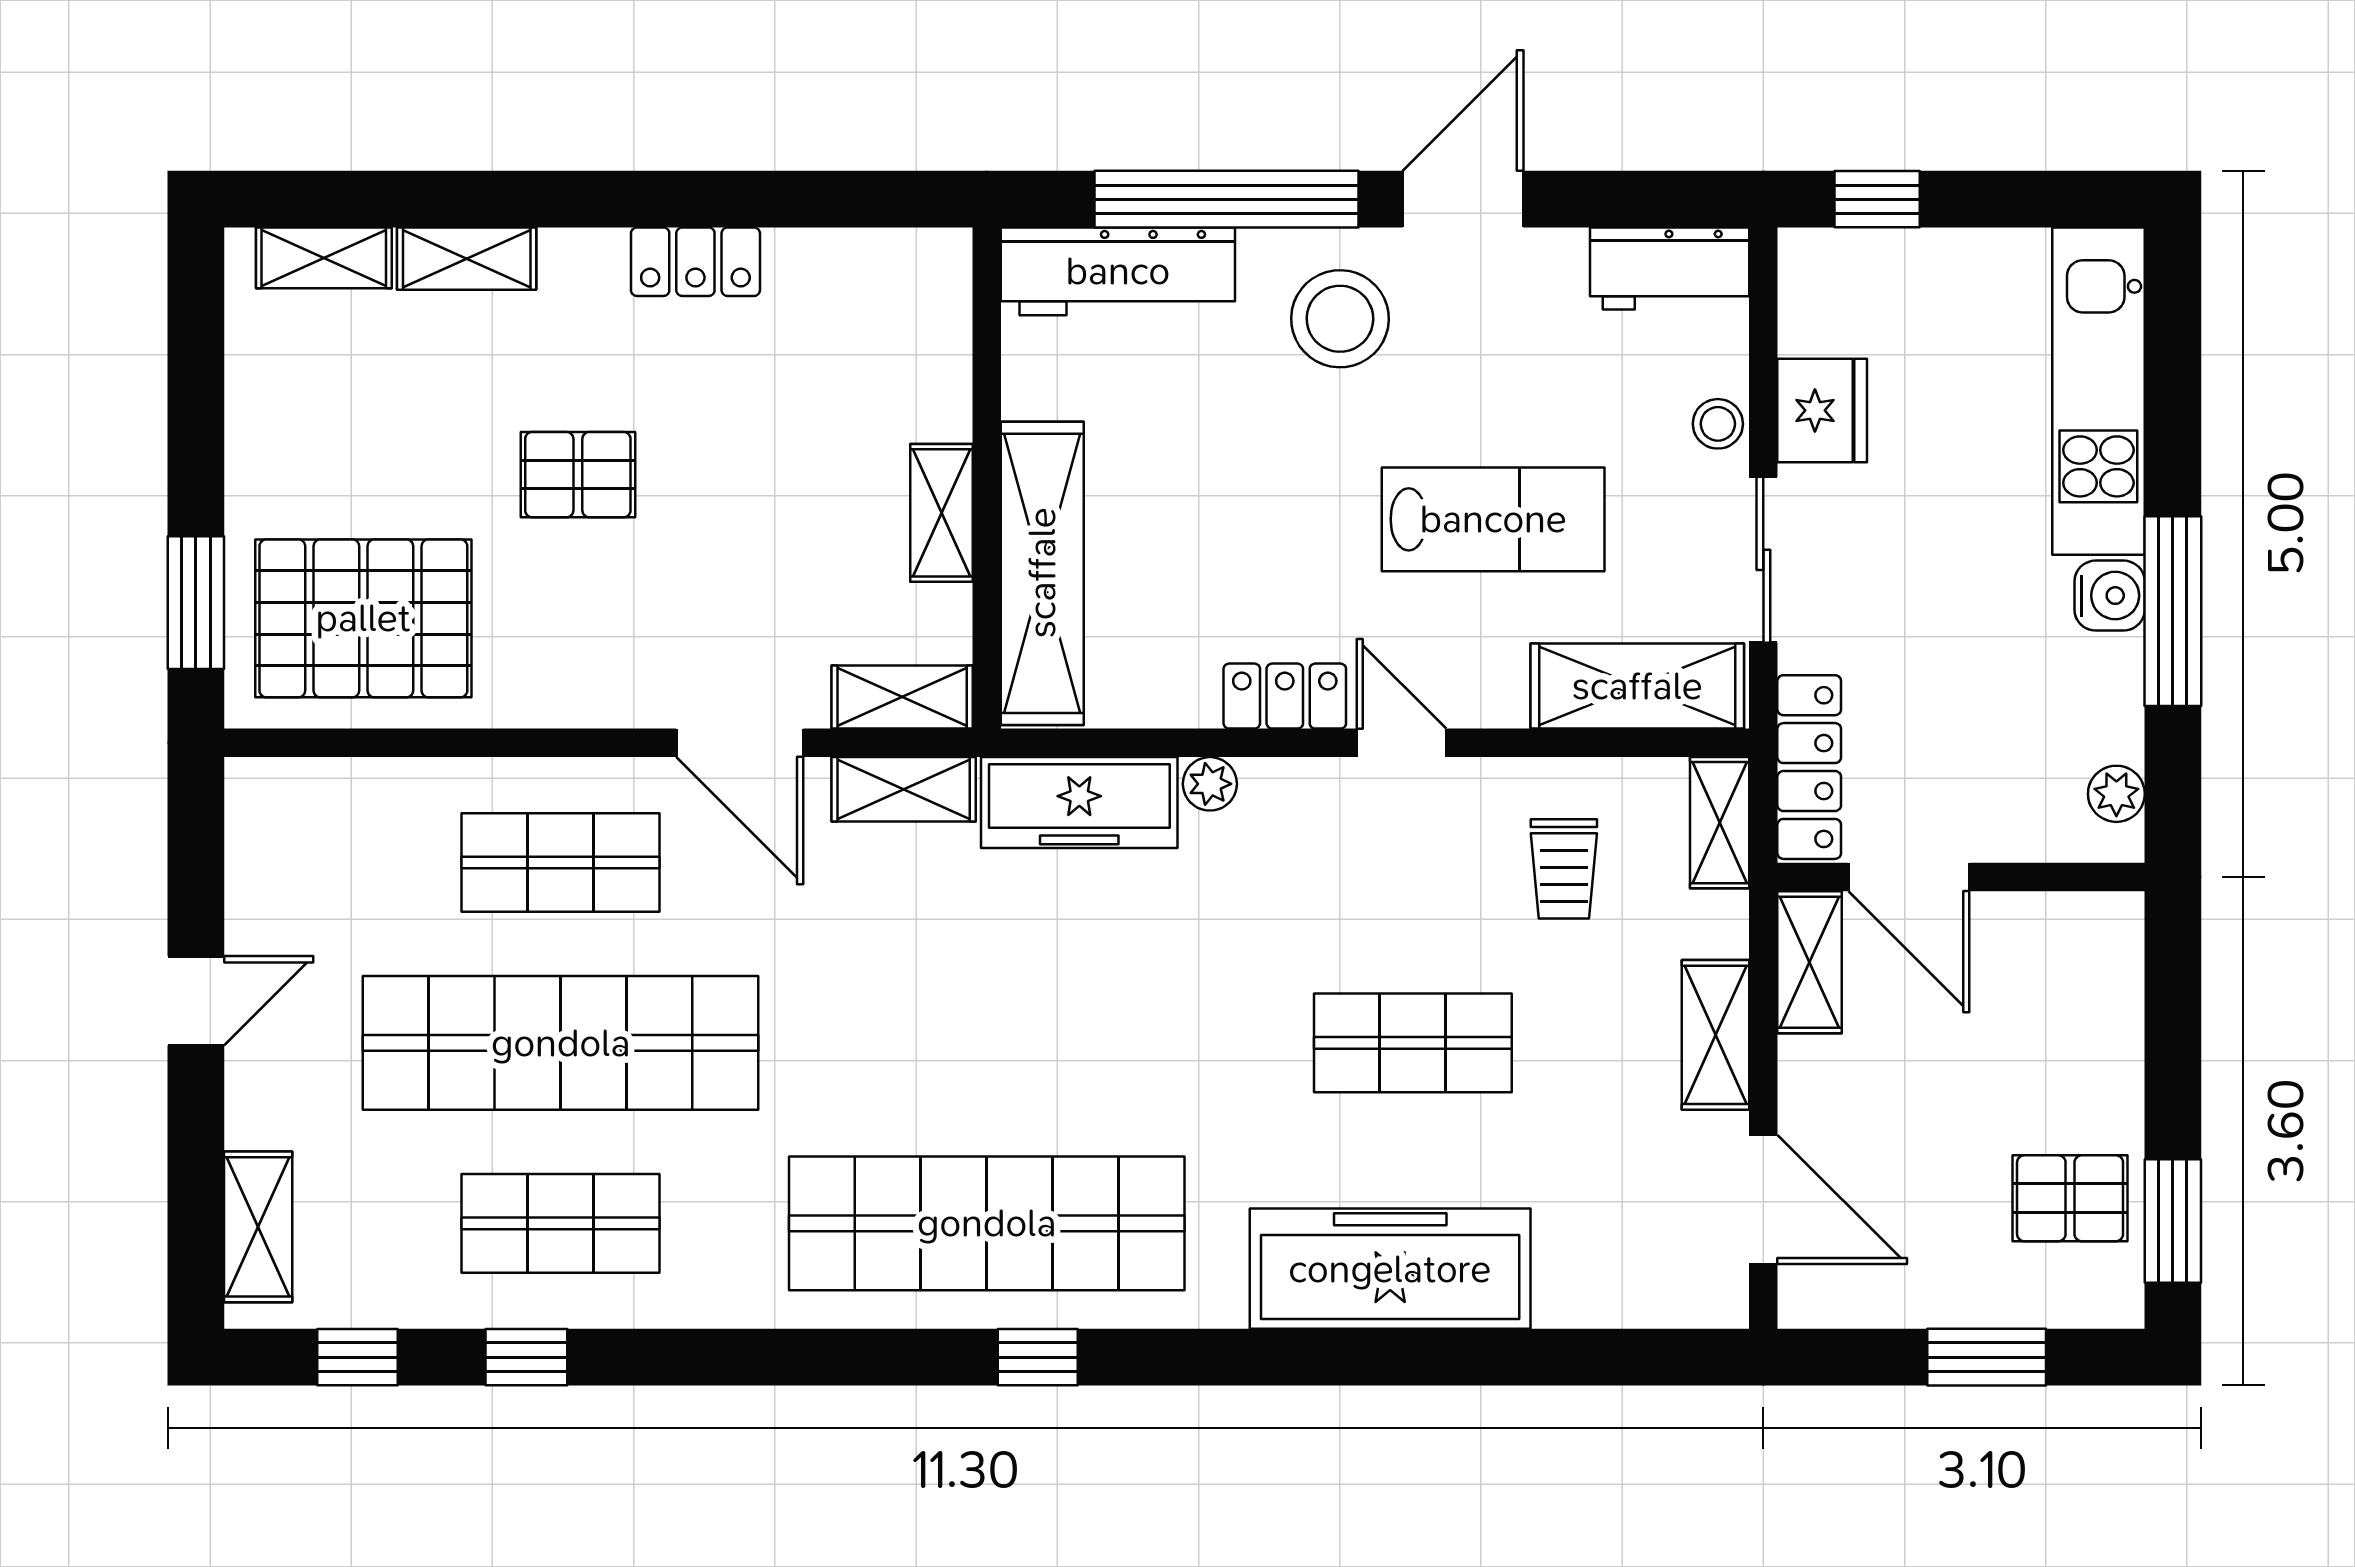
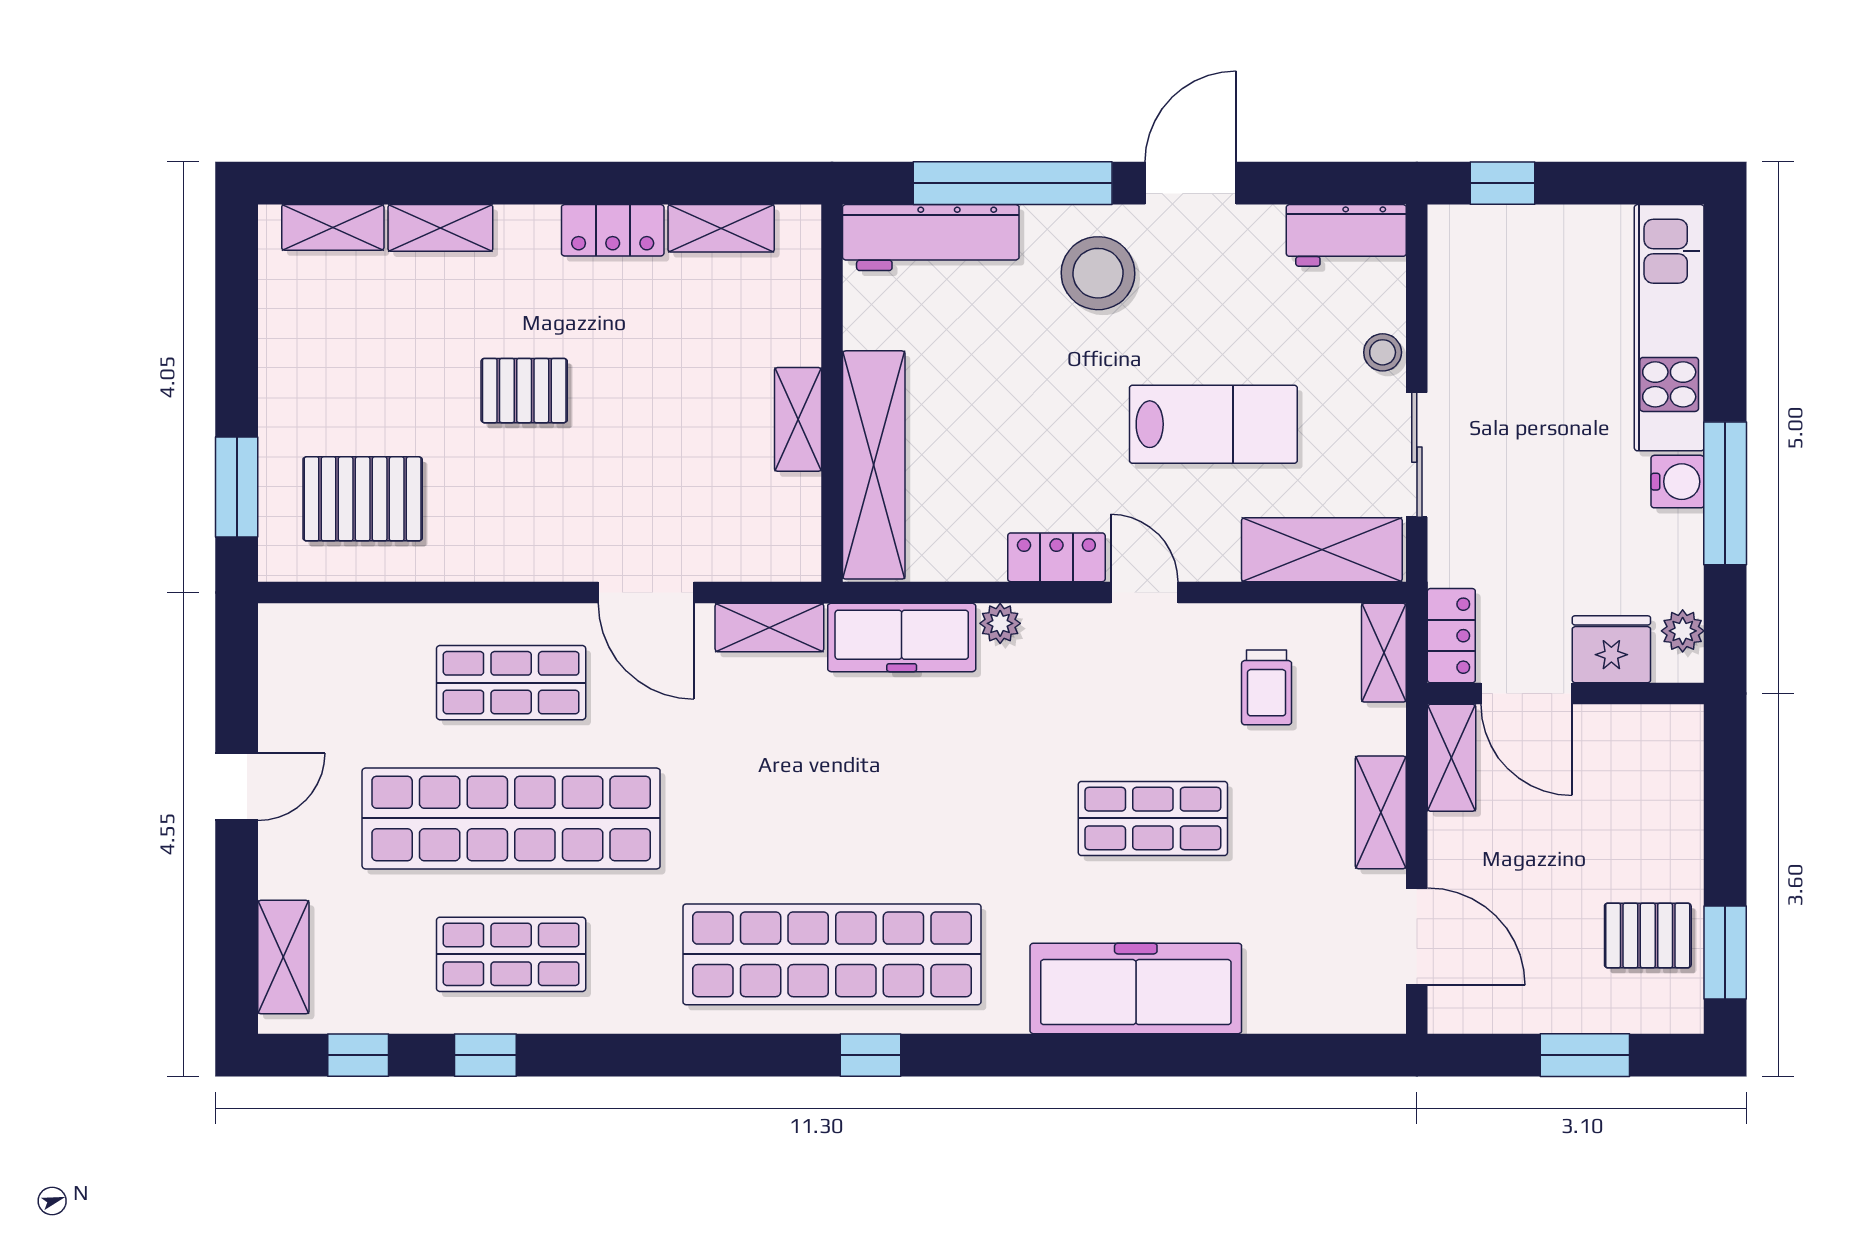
fridge: (1822, 410) -> (1611, 649), moved, turned -90
pallet: (363, 618) -> (363, 499), width x0.73, depth x0.71
shelving: (902, 697) -> (721, 228), moved
locker: (1809, 767) -> (1451, 636), width x0.66

